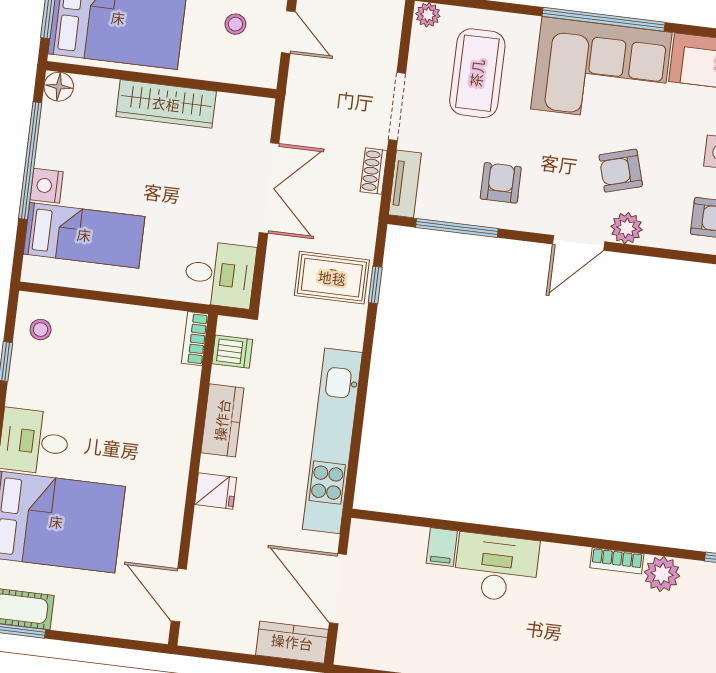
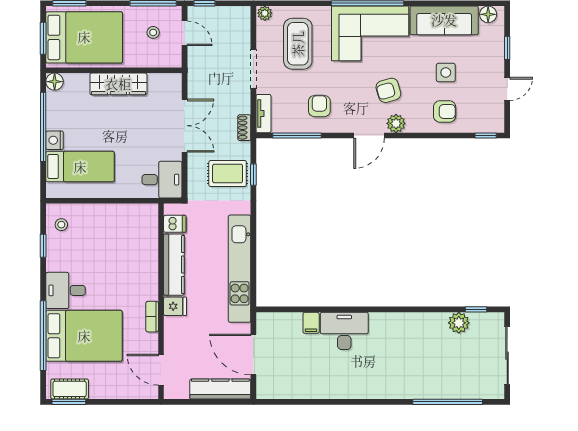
shoe rack: (374, 171) -> (244, 128), moved
bookcase: (195, 339) -> (152, 317), moved
kitchen counter: (222, 420) -> (174, 265), width x1.50
bookcase: (617, 561) -> (414, 318), removed
plant: (662, 574) -> (459, 323), moved
kitchen counter: (292, 642) -> (220, 389), width x1.50

